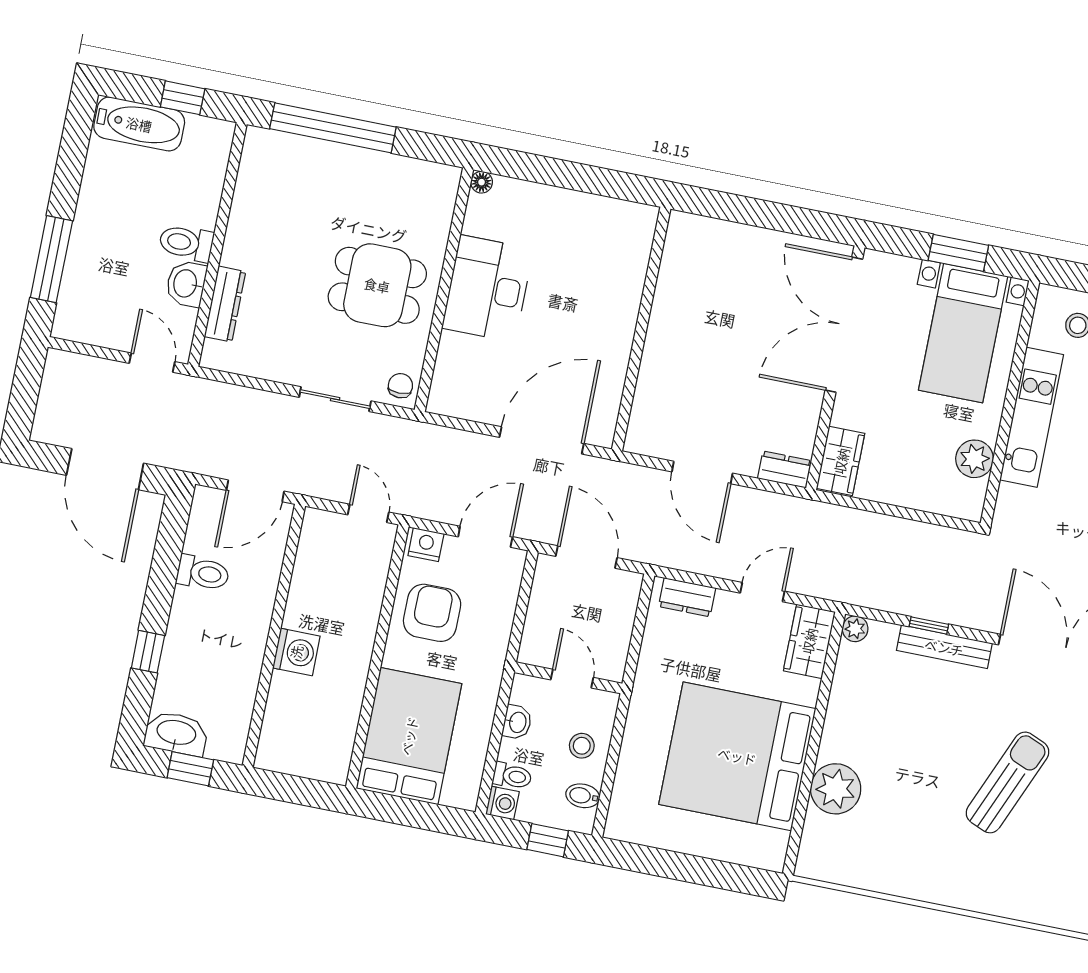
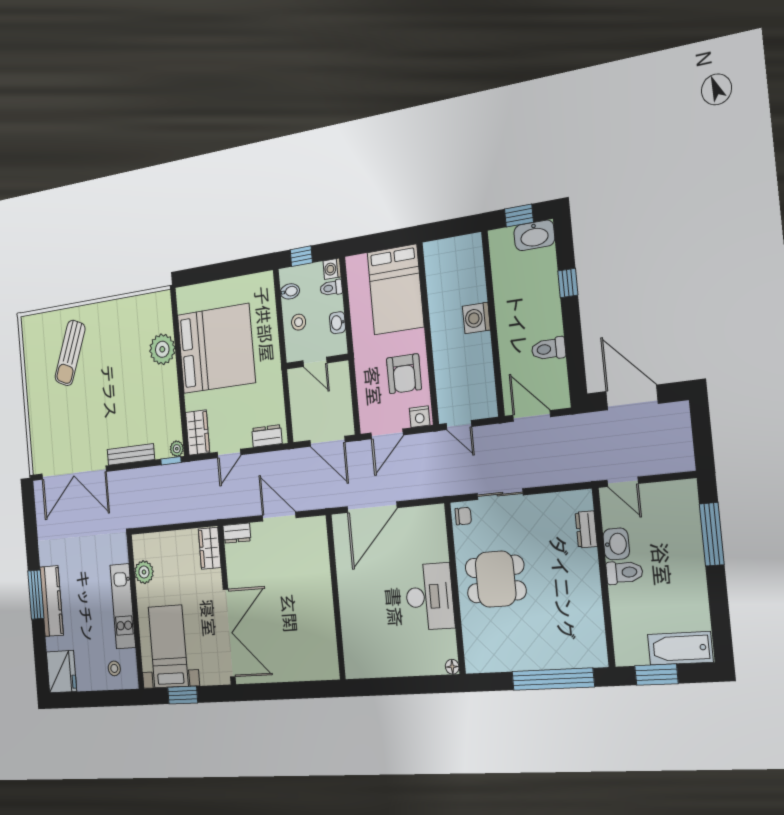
window: (183, 98) -> (656, 675), width x1.50
dresser: (225, 304) -> (586, 529), width x0.70
chair: (400, 386) -> (463, 516), turned -90
door: (255, 491) -> (532, 416), hinge flipped
window: (929, 625) -> (171, 461), moved
sun lounger: (1008, 782) -> (70, 353), moved

